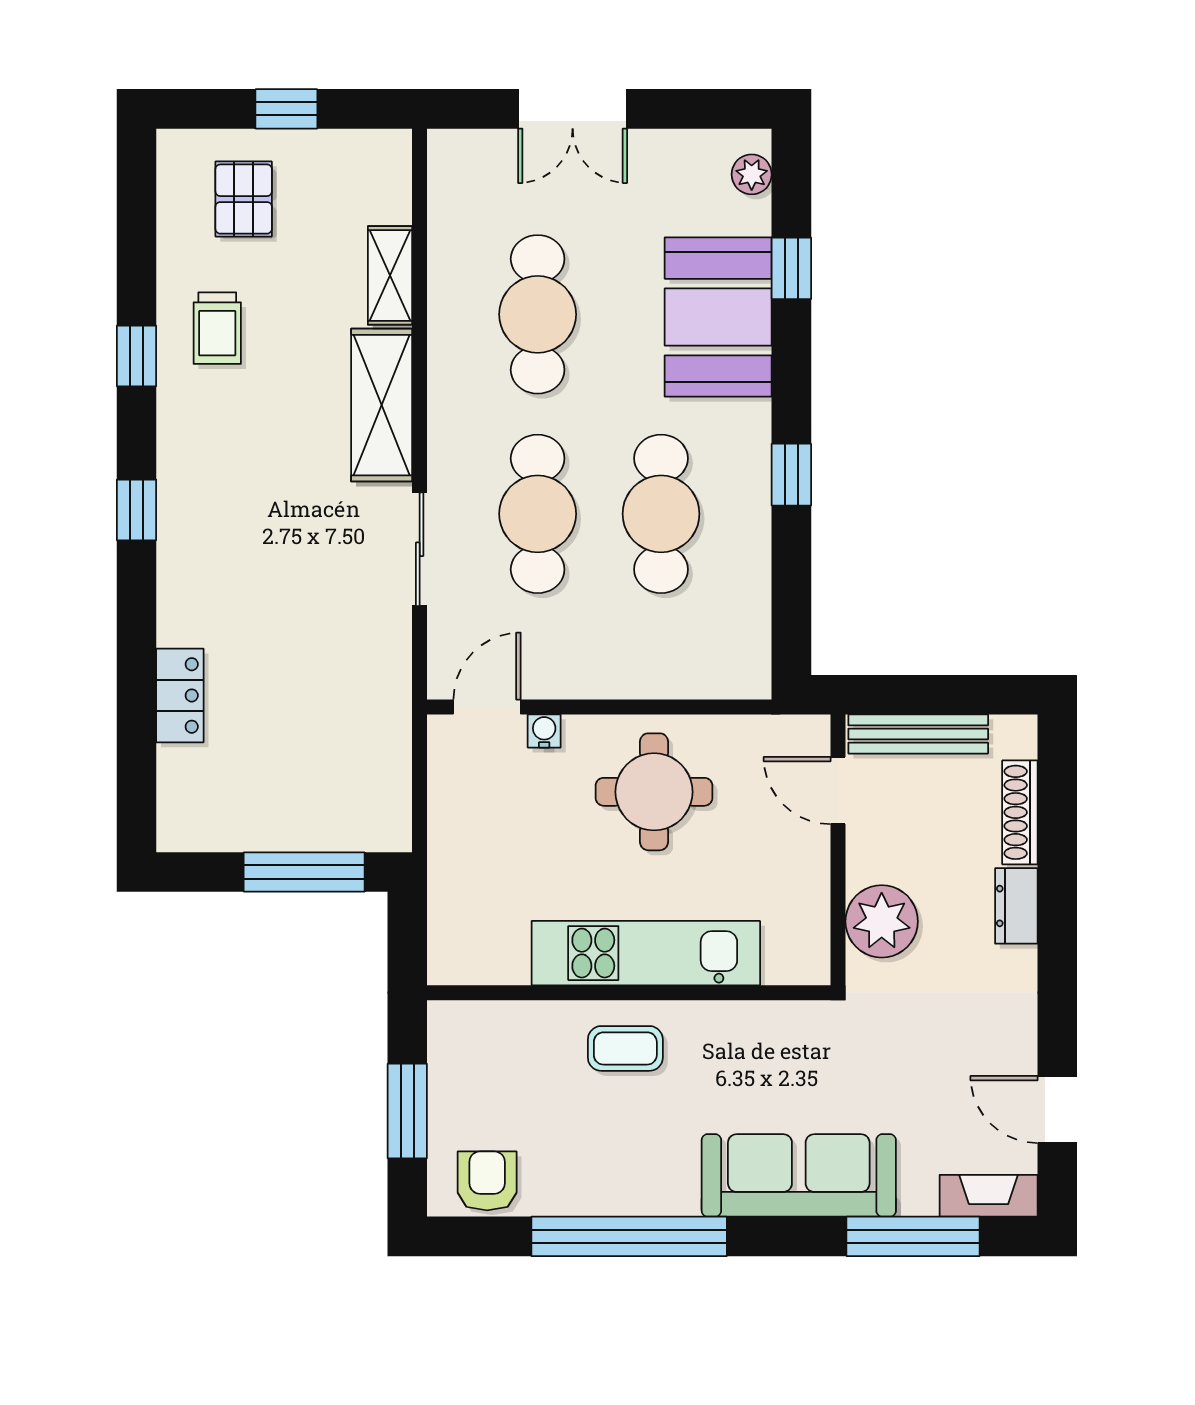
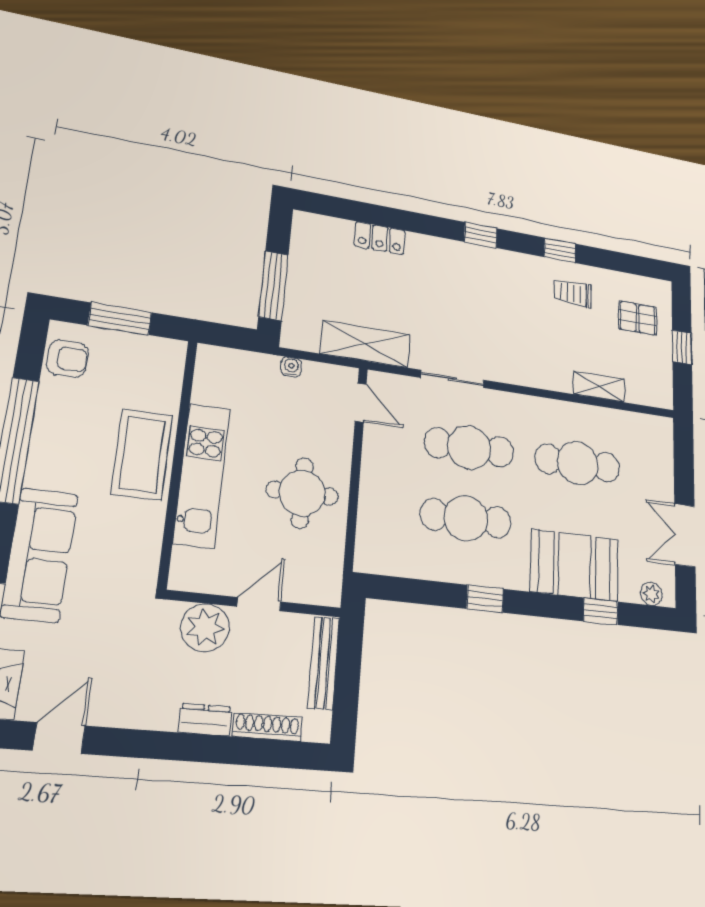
double door: (573, 109) -> (685, 535), moved
shelving: (382, 405) -> (365, 344), moved
water cooler: (544, 731) -> (291, 367), moved, turned -90
door: (838, 791) -> (259, 604), moved
coffee table: (625, 1048) -> (142, 454), width x1.86, depth x1.72

